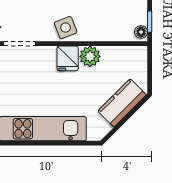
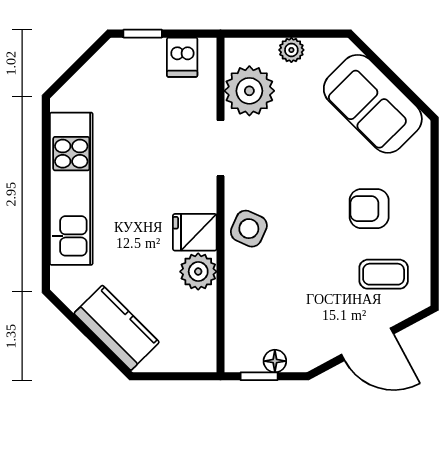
side table: (66, 28) -> (249, 229), turned 45
floor lamp: (141, 32) -> (275, 361), moved

